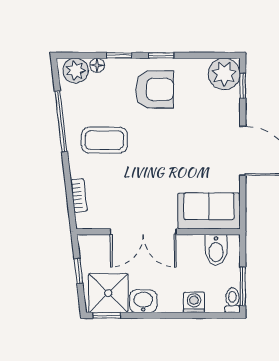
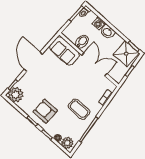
bidet: (216, 250) -> (82, 42), moved
washbasin: (143, 301) -> (108, 32), moved

